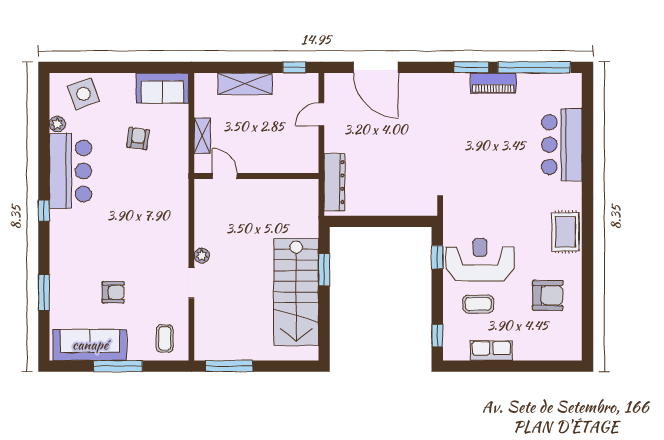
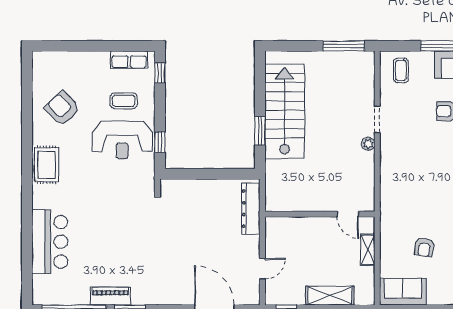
armchair: (548, 295) -> (62, 108), turned 46
row of seats: (491, 351) -> (129, 60), moved

